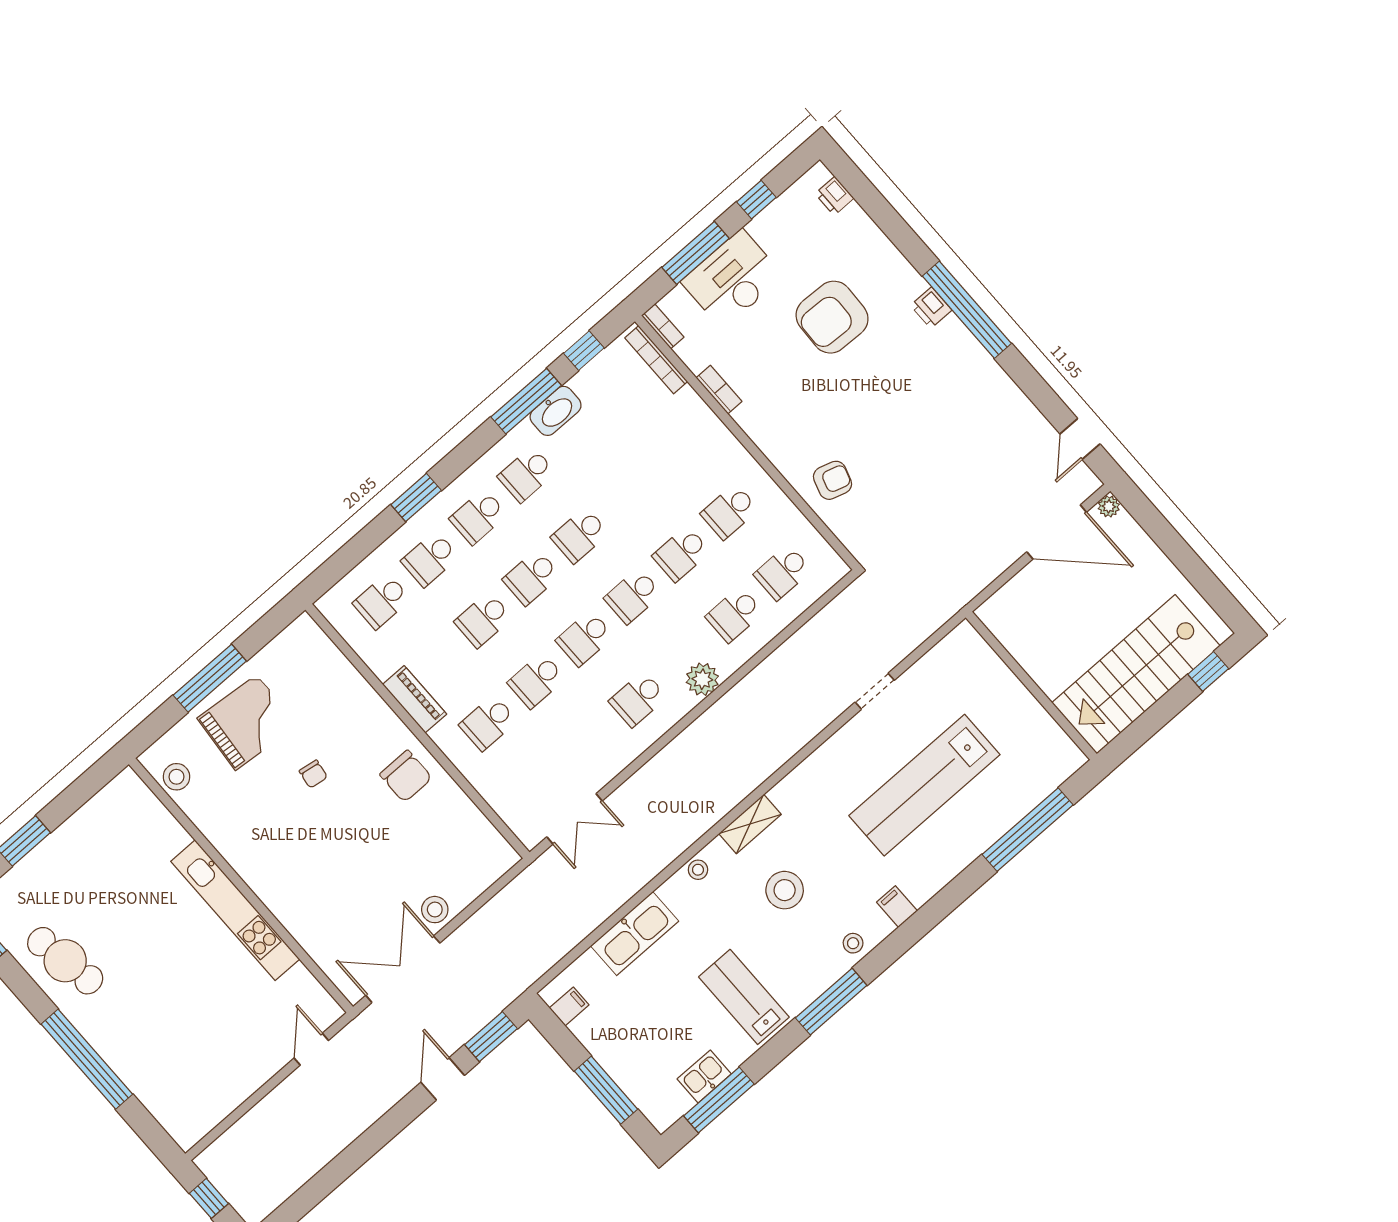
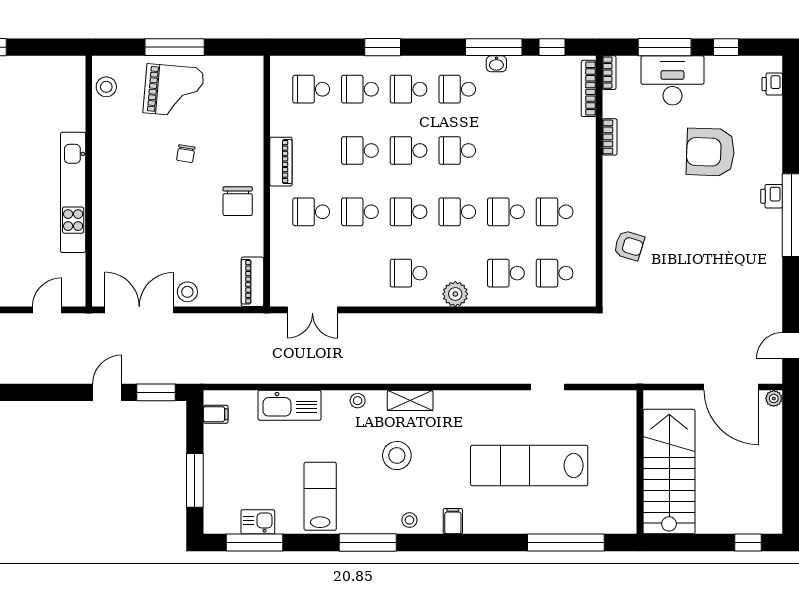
washbasin: (556, 411) -> (496, 64), width x0.52, depth x0.69
stairs: (1136, 674) -> (669, 472), moved, turned 90
piano: (491, 843) -> (252, 282), added

